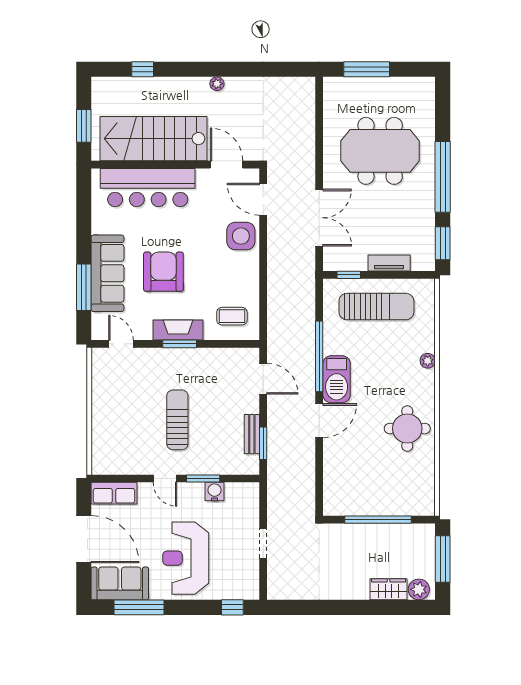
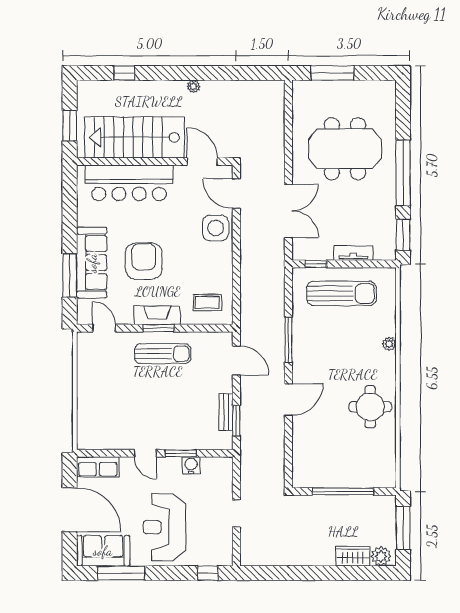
window: (319, 356) -> (288, 340), width x0.68
barbecue: (337, 379) -> (305, 361), removed
sun lounger: (177, 420) -> (163, 354), moved, turned 90

